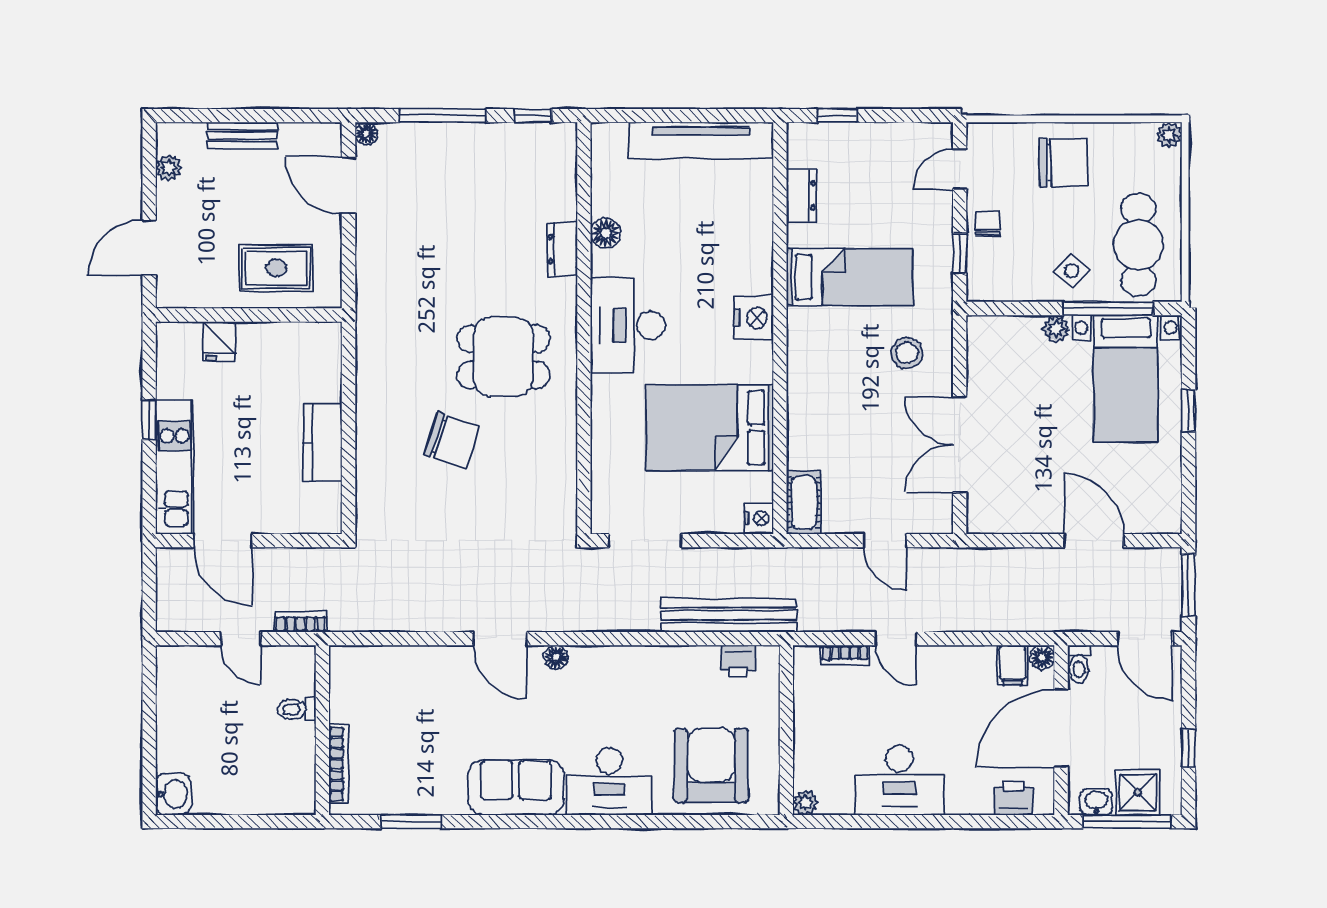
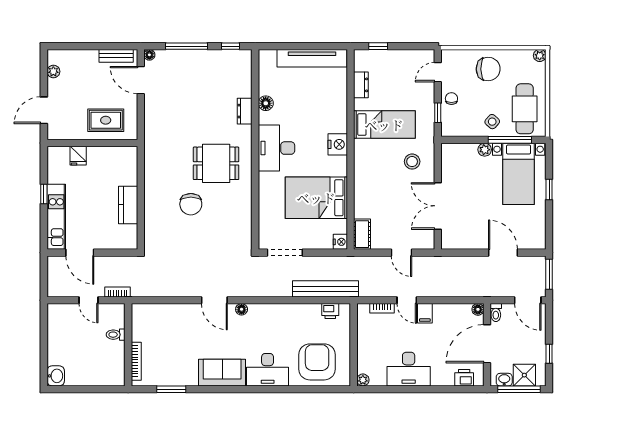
bench: (242, 136) -> (116, 56), moved
chair: (451, 441) -> (191, 204), turned 71
filing cabinet: (1012, 665) -> (425, 313), moved

